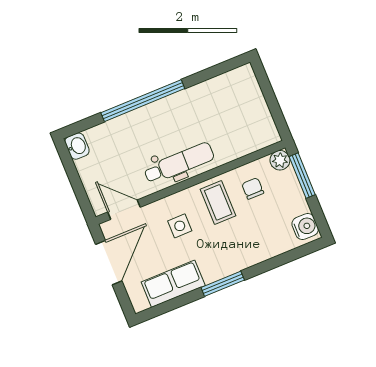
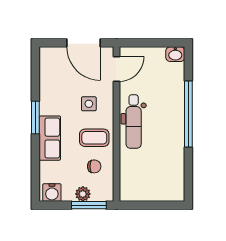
plant: (280, 160) -> (83, 194), moved
row of seats: (173, 284) -> (50, 138), moved

